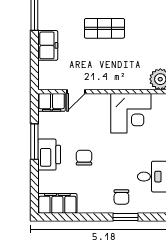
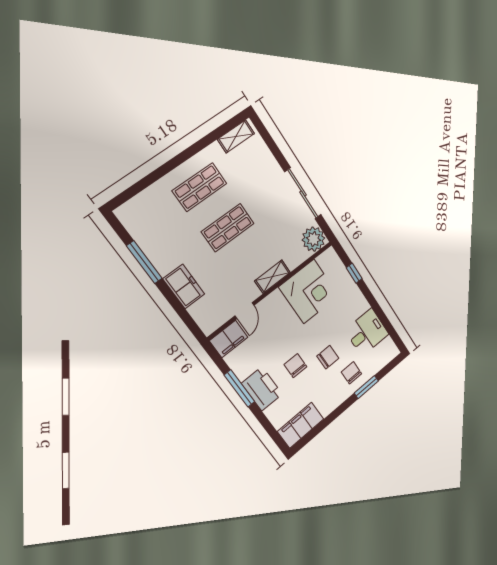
shelving: (112, 83) -> (272, 277), added
chair: (112, 171) -> (328, 357), added
chair: (121, 197) -> (351, 373), turned 180

